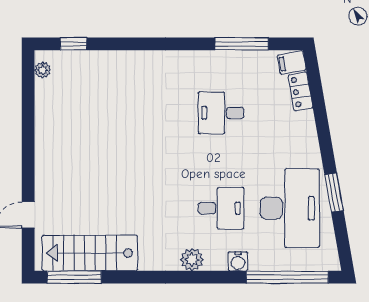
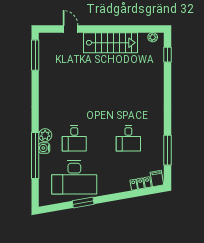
desk: (221, 113) -> (128, 138), turned 180
stairs: (90, 253) -> (111, 43), moved, turned 90
plant: (192, 260) -> (45, 135), moved
window: (287, 277) -> (35, 156), moved

